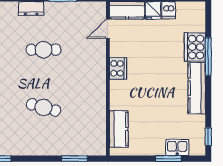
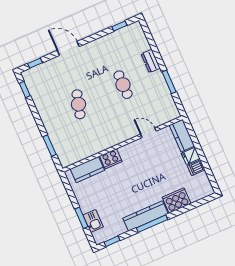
door: (108, 29) -> (148, 133), moved
window: (208, 57) -> (152, 224), moved
cooker: (118, 68) -> (111, 159), moved

